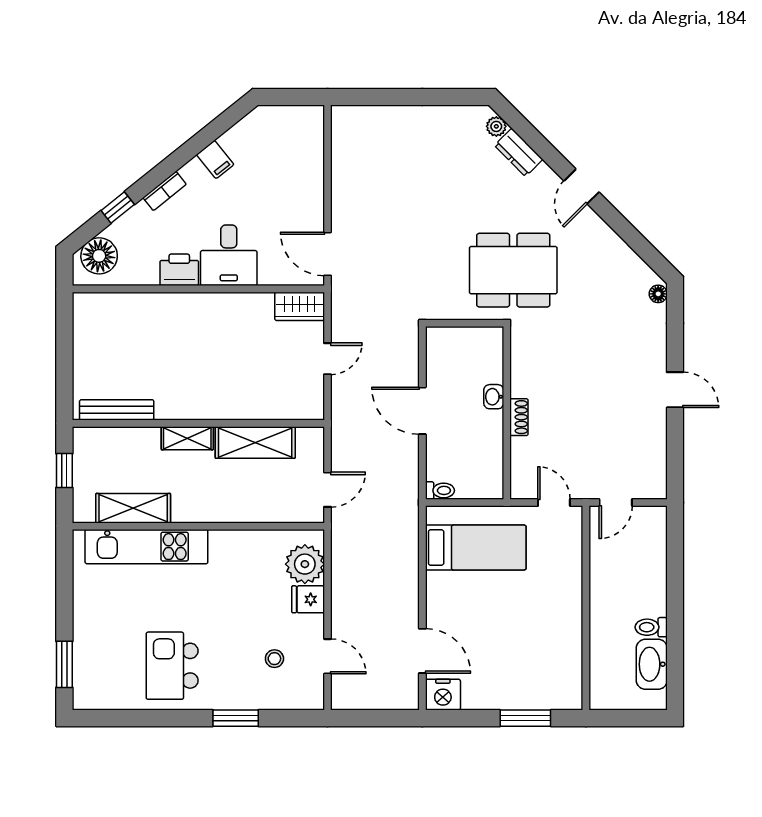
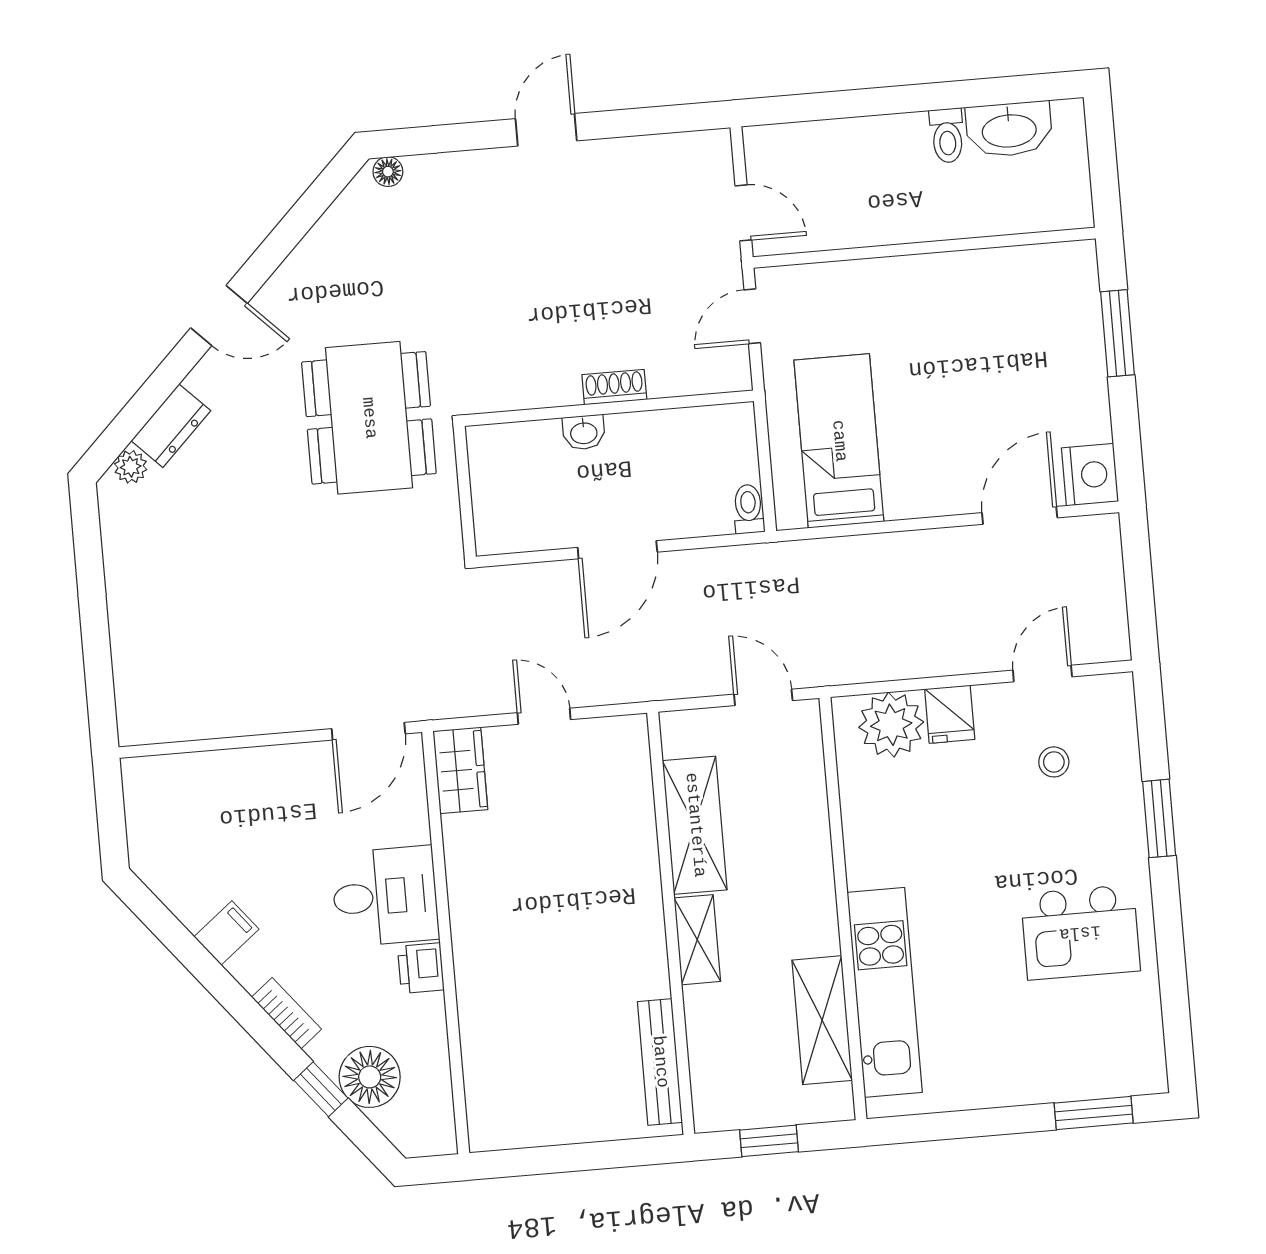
floor lamp: (99, 256) -> (370, 1077), moved
printer: (179, 270) -> (421, 968), width x0.73, depth x0.81

